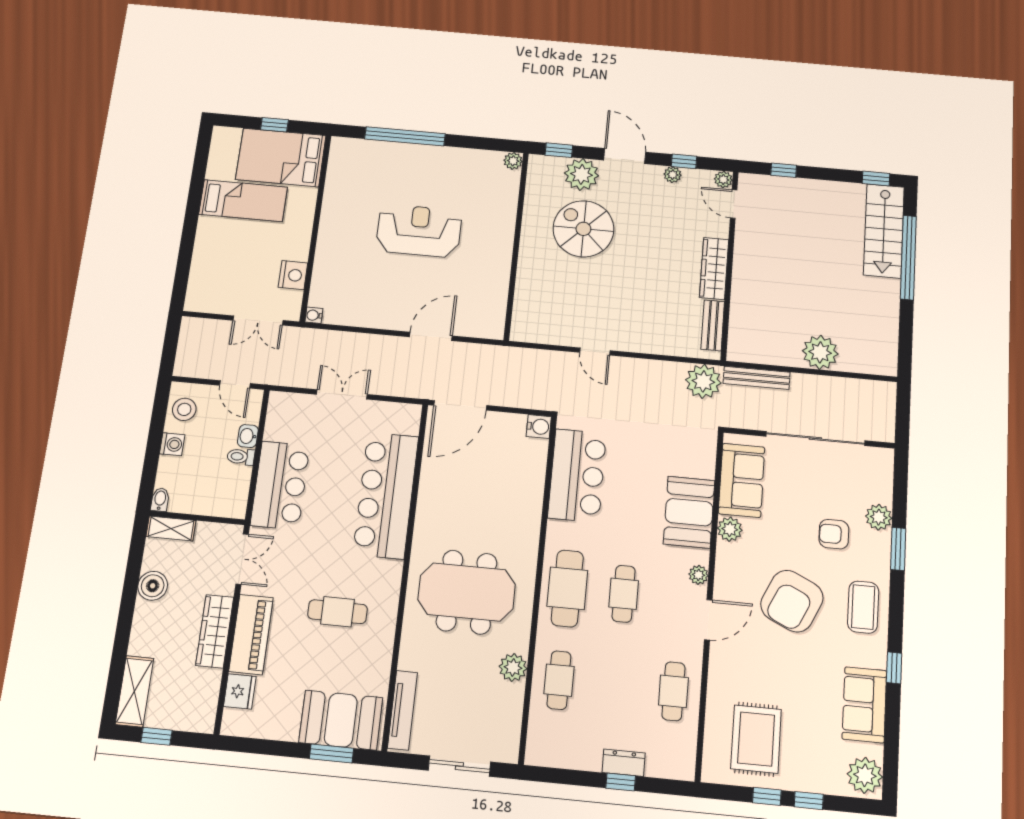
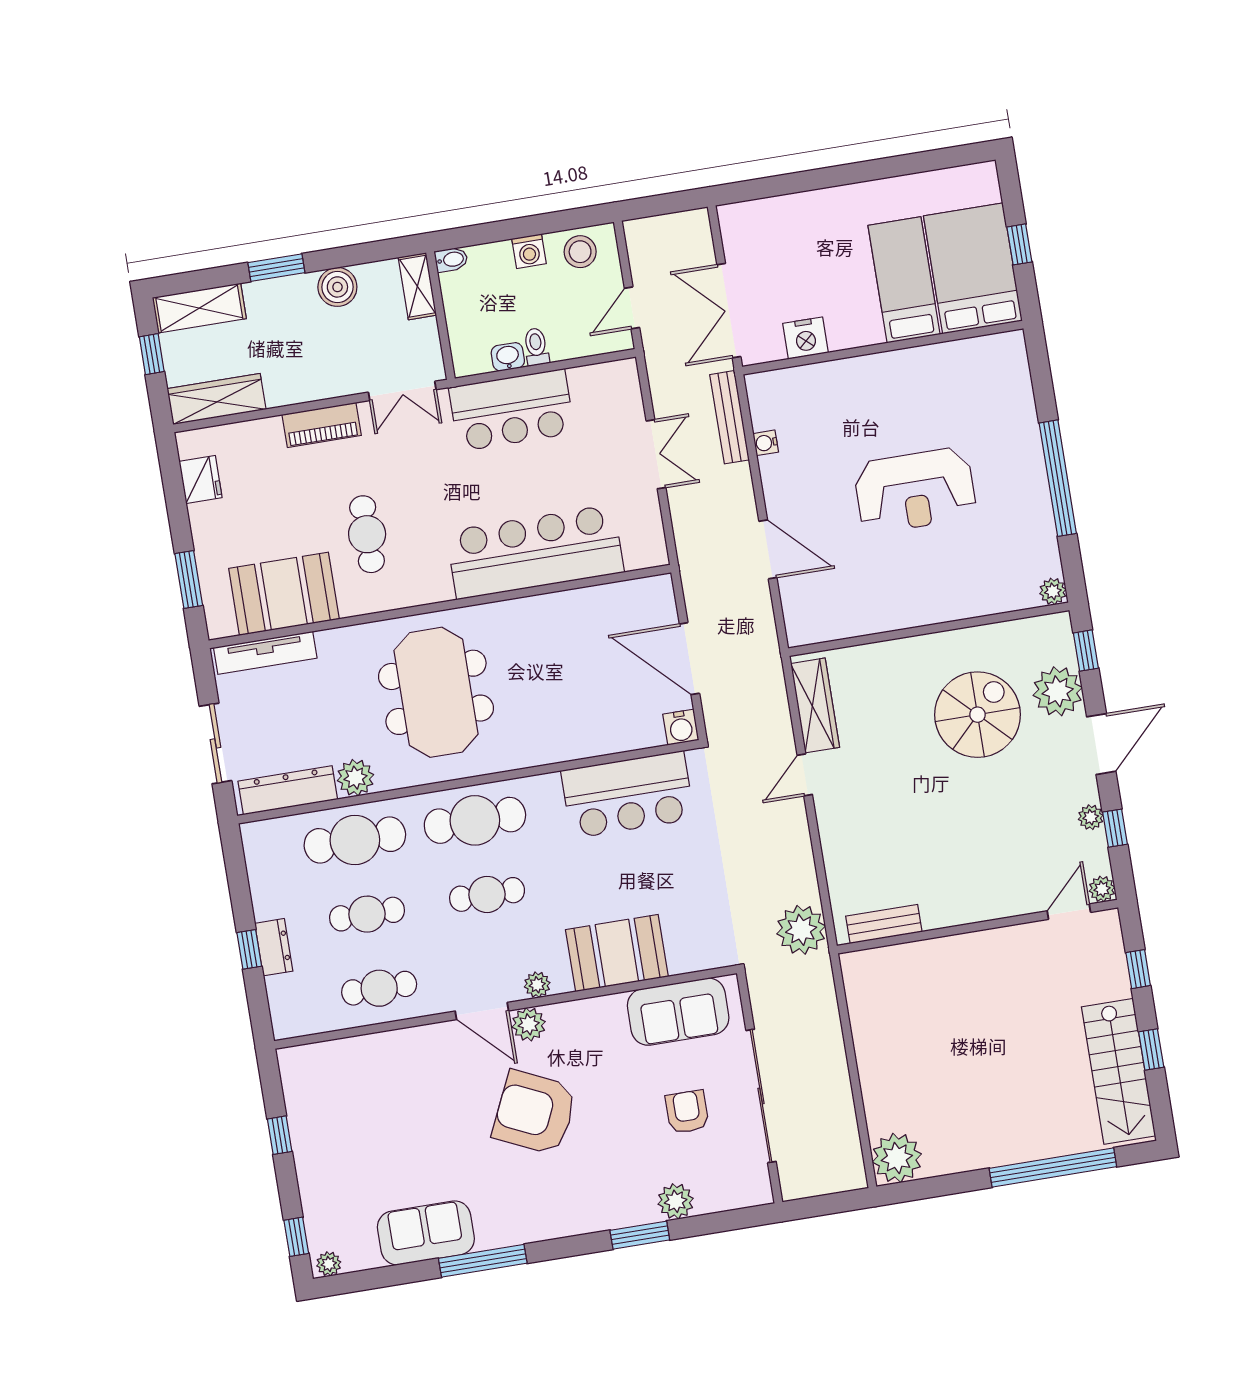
window: (405, 136) -> (1058, 478), moved
window: (876, 178) -> (1151, 1049), moved
bed: (243, 201) -> (904, 280), moved, turned 180
reception desk: (419, 231) -> (915, 490), turned 90
stairs: (884, 231) -> (1119, 1071), moved, turned -90
wardrobe: (714, 268) -> (815, 705), moved, turned 90
water cooler: (314, 315) -> (766, 443), moved, turned -90
double door: (258, 320) -> (729, 311), width x1.37
plant: (820, 352) -> (897, 1158), moved
bench: (757, 378) -> (730, 417), moved
door: (460, 405) -> (689, 659), moved
washbasin: (248, 436) -> (508, 357), moved
plant: (730, 529) -> (529, 1024), moved
armchair: (834, 534) -> (687, 1112), moved
coffee table: (863, 607) -> (551, 1206), removed
window: (124, 626) -> (276, 268), added
wardrobe: (215, 631) -> (217, 399), moved
piano: (251, 634) -> (322, 425), width x0.73, depth x0.75
window: (894, 668) -> (483, 1261), width x2.17
cafe table: (559, 680) -> (355, 840), width x1.37, depth x1.35
cafe table: (616, 686) -> (367, 914), added
fridge: (240, 691) -> (201, 479), moved, turned -90
booth: (341, 720) -> (284, 594), moved, turned 90
dresser: (509, 721) -> (288, 790), added
rug: (756, 739) -> (347, 1106), removed
plant: (865, 775) -> (329, 1264), width x0.53, depth x0.53
window: (809, 801) -> (296, 1237), moved

